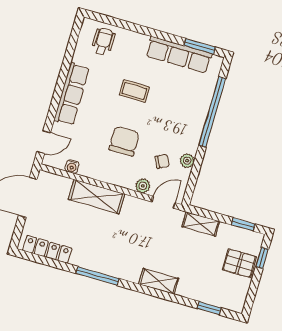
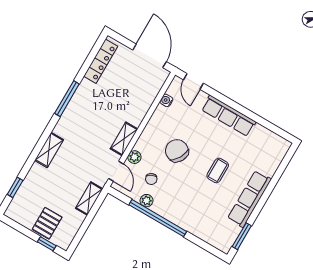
wheelchair: (103, 42) -> (267, 154), removed
row of seats: (179, 55) -> (249, 199), moved
window: (212, 112) -> (158, 218), moved
chair: (124, 141) -> (177, 151), turned -151
shelving: (96, 197) -> (124, 139), moved, width x0.67, depth x0.75
window: (243, 224) -> (80, 235), removed

